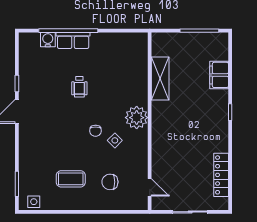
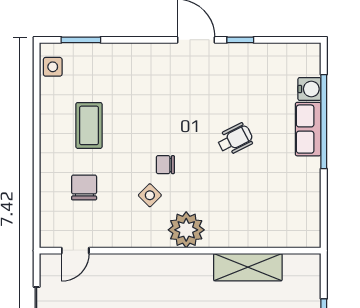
wheelchair: (79, 87) -> (235, 139), turned 153

